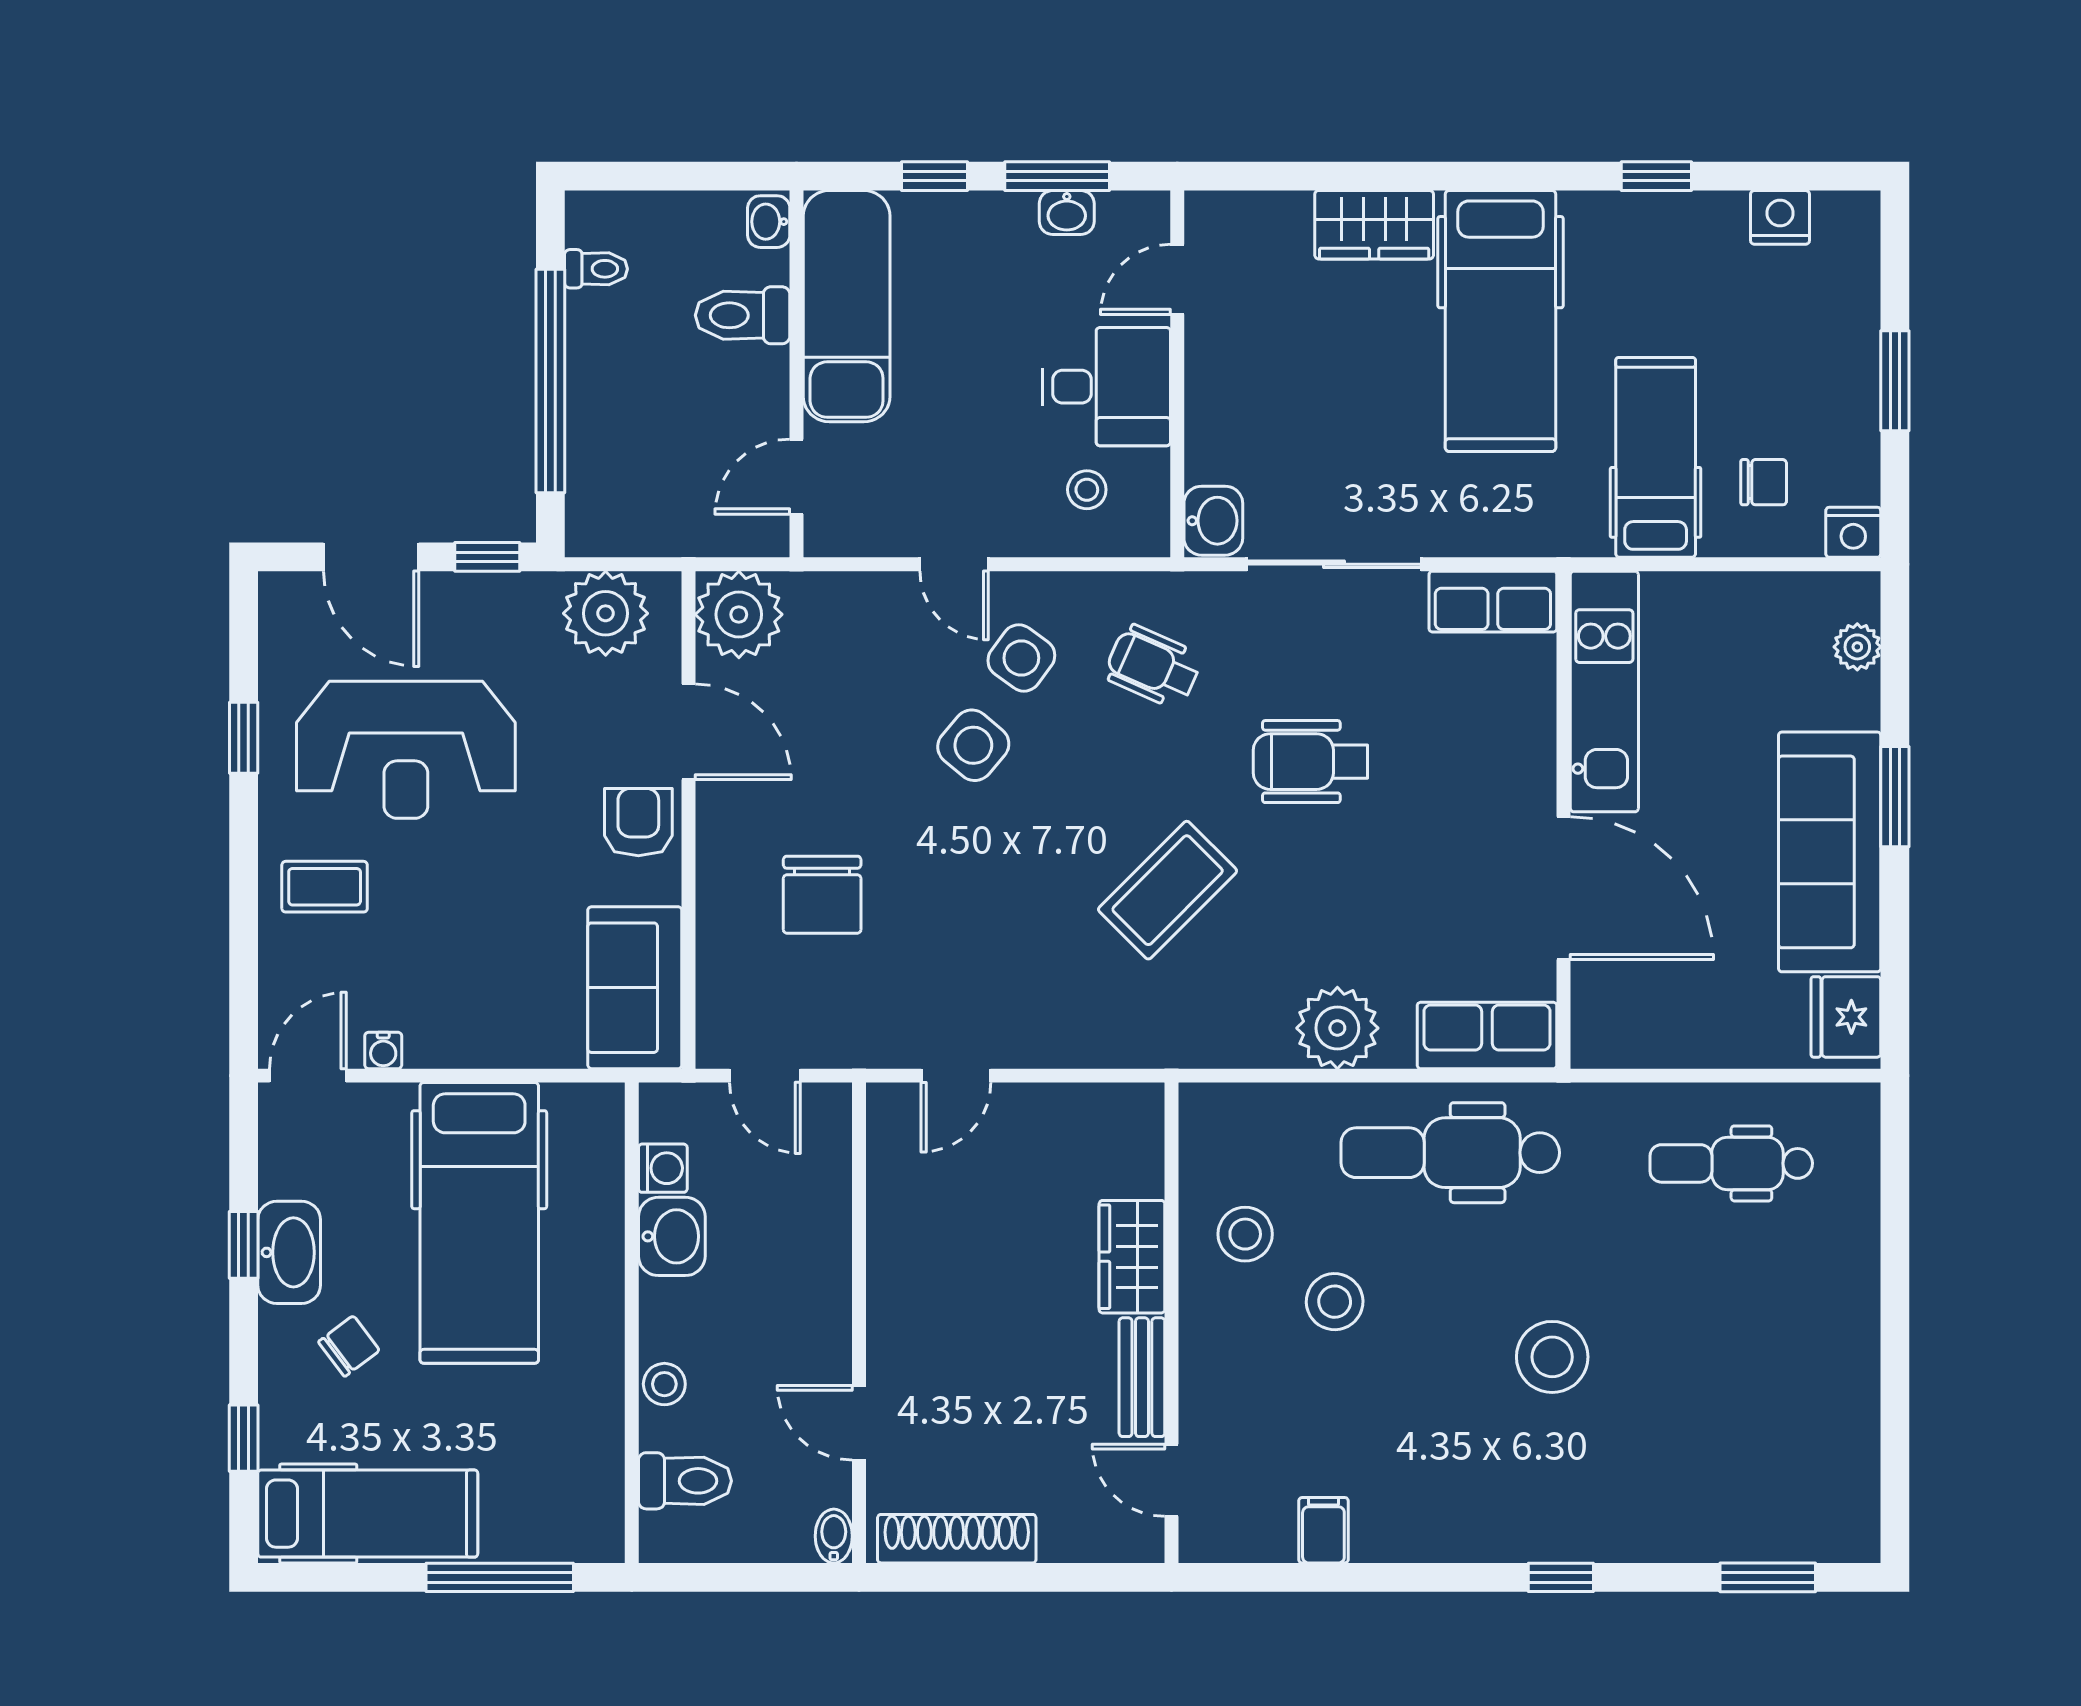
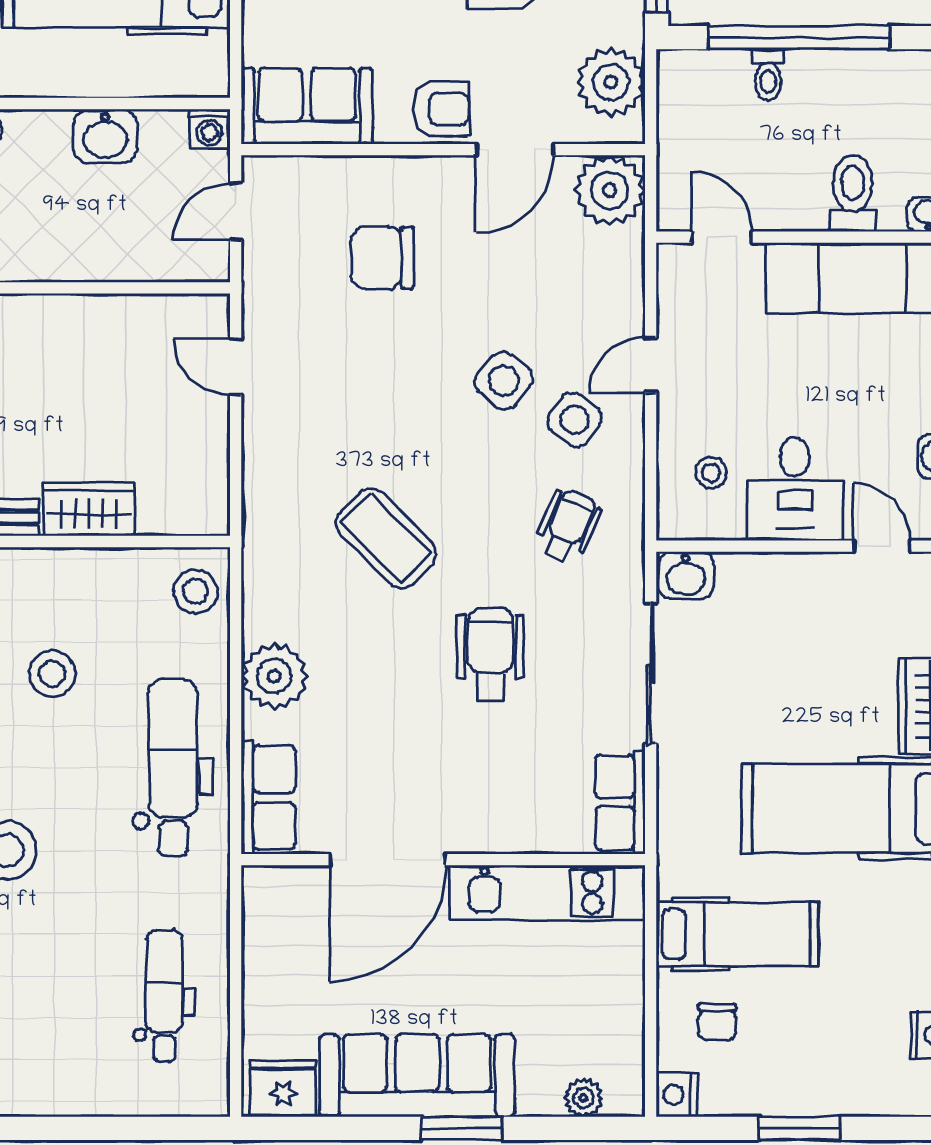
toilet: (596, 269) -> (768, 75), moved
washing machine: (663, 1168) -> (209, 129), moved
stool: (1245, 1234) -> (196, 591), moved

